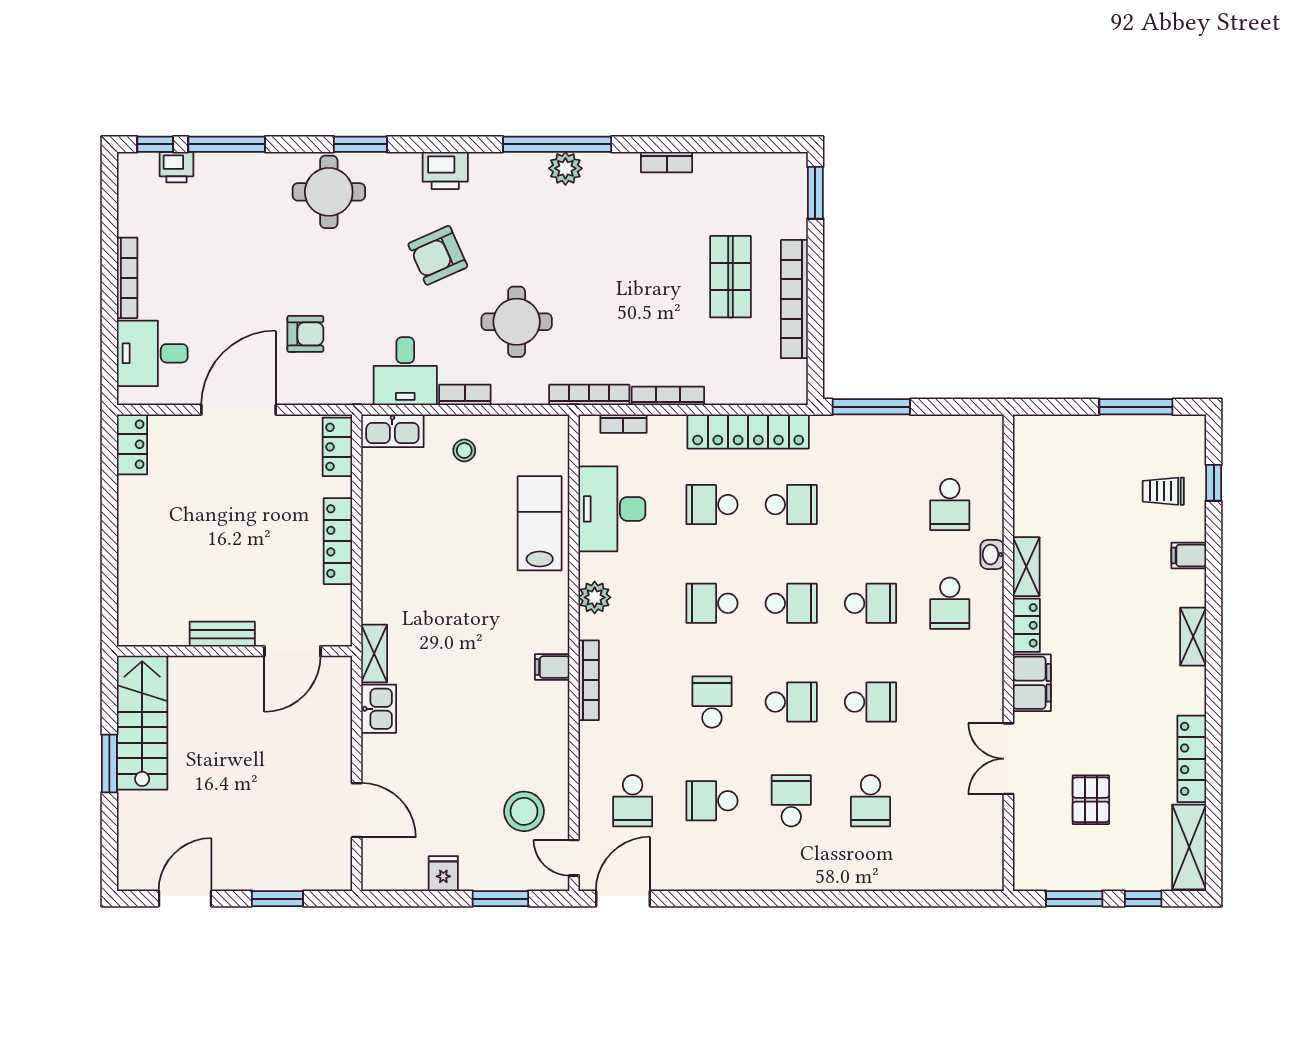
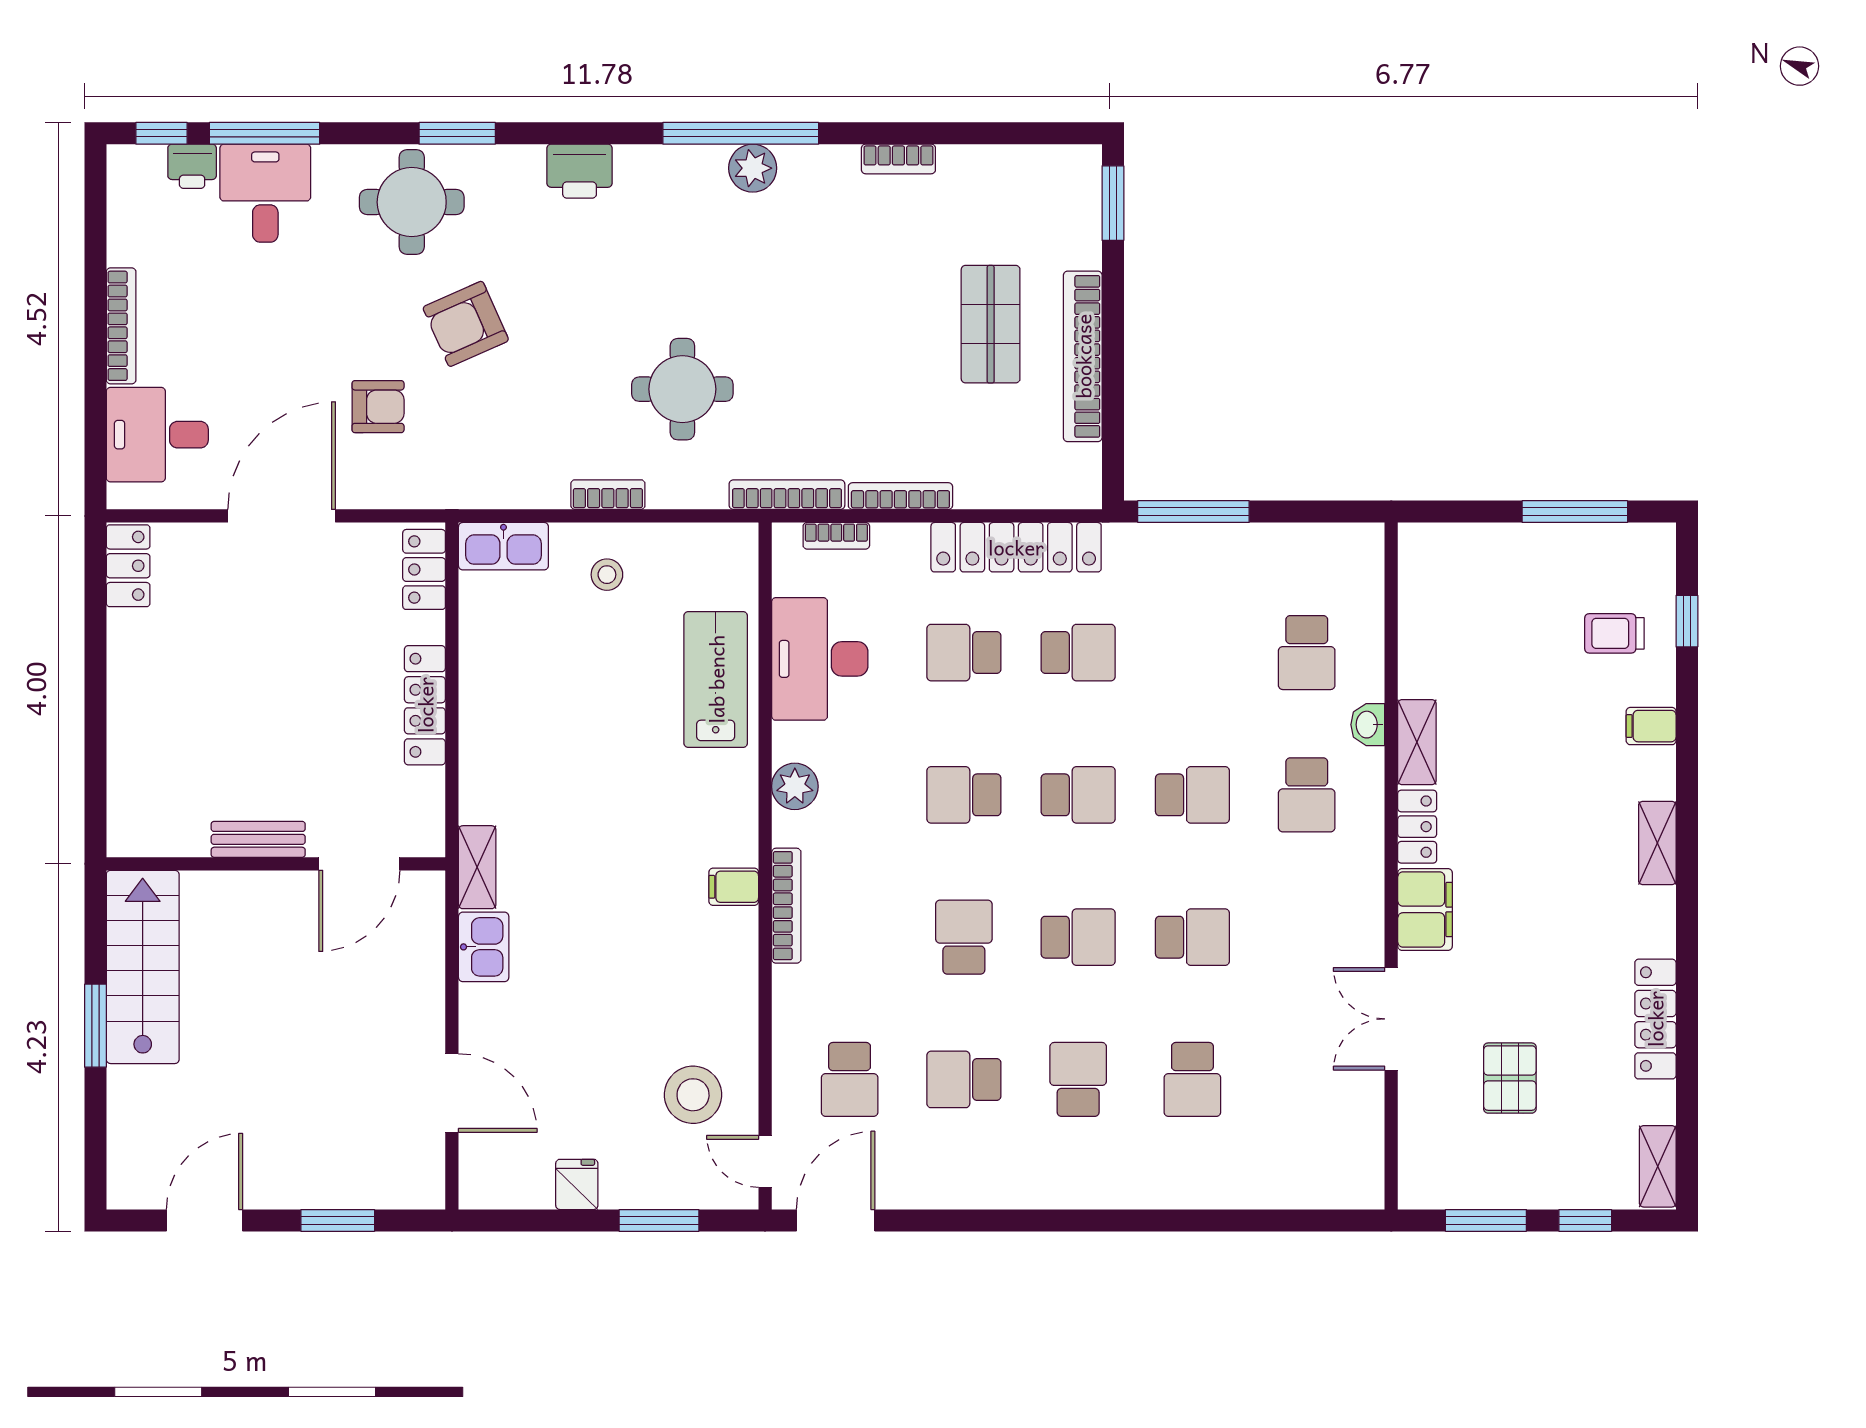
armchair: (438, 255) -> (466, 324), moved
desk: (405, 371) -> (265, 193), moved, turned 180
shelving: (1189, 847) -> (1658, 1166), width x0.67, depth x0.75

